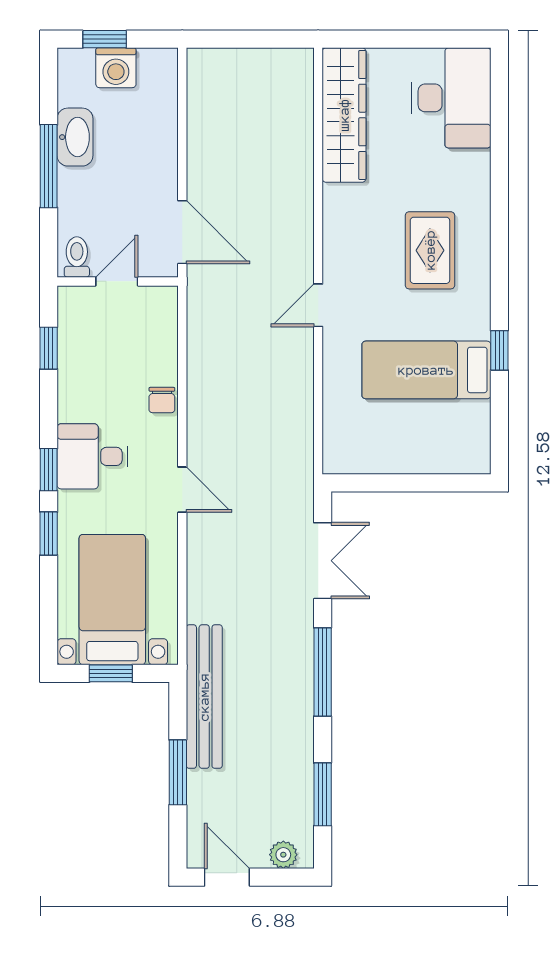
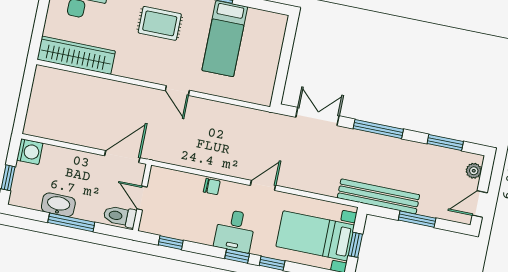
washing machine: (116, 68) -> (30, 152), moved
toilet: (77, 257) -> (120, 216), width x1.37, depth x1.39

